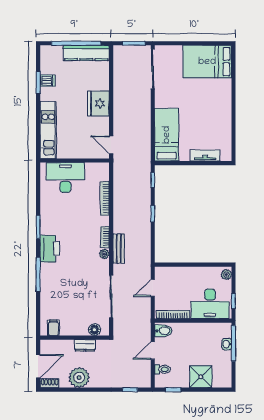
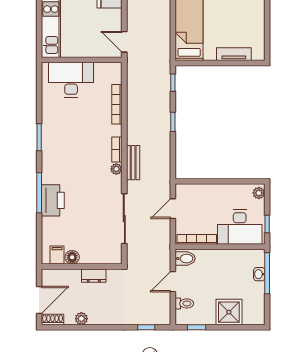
printer: (50, 249) -> (53, 200), moved
floor lamp: (95, 330) -> (72, 257), moved
plant: (79, 377) -> (81, 319), width x0.53, depth x0.53

